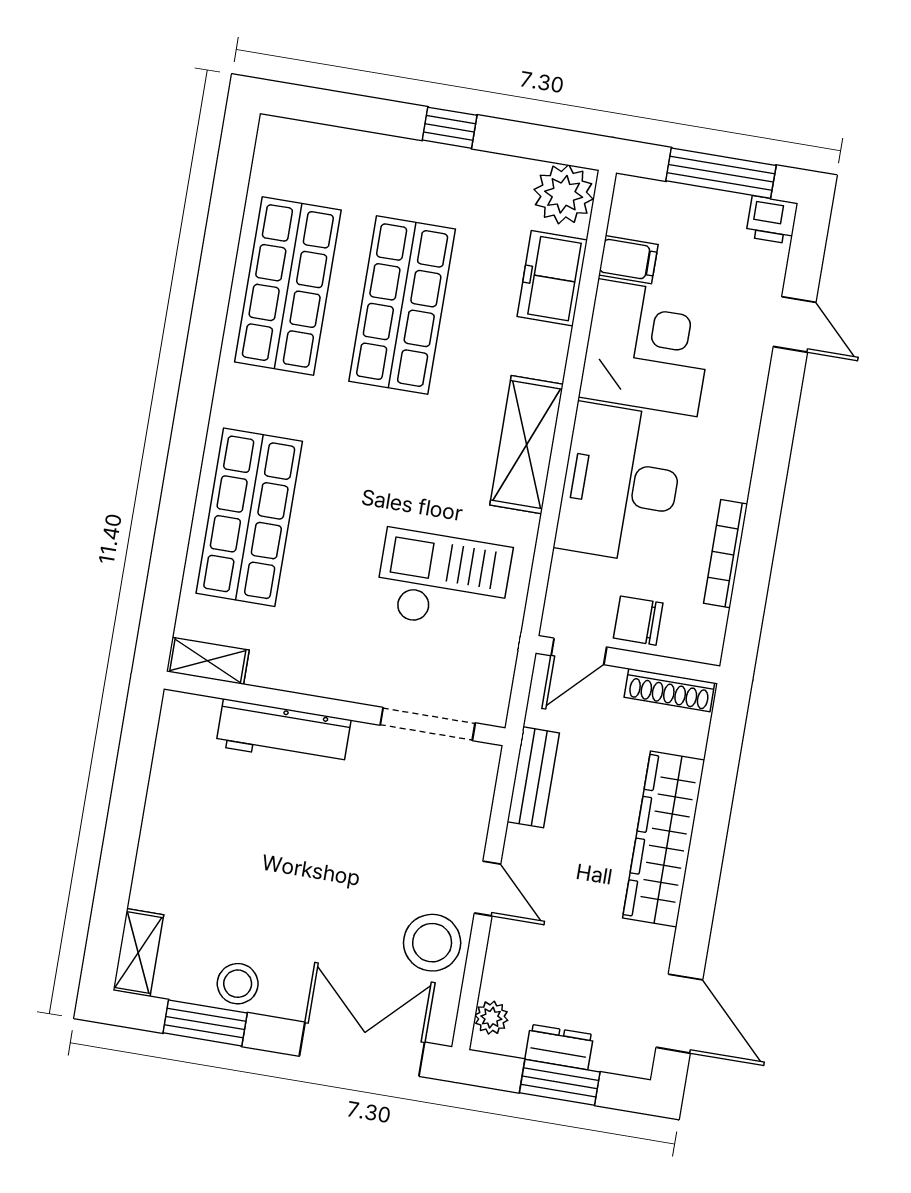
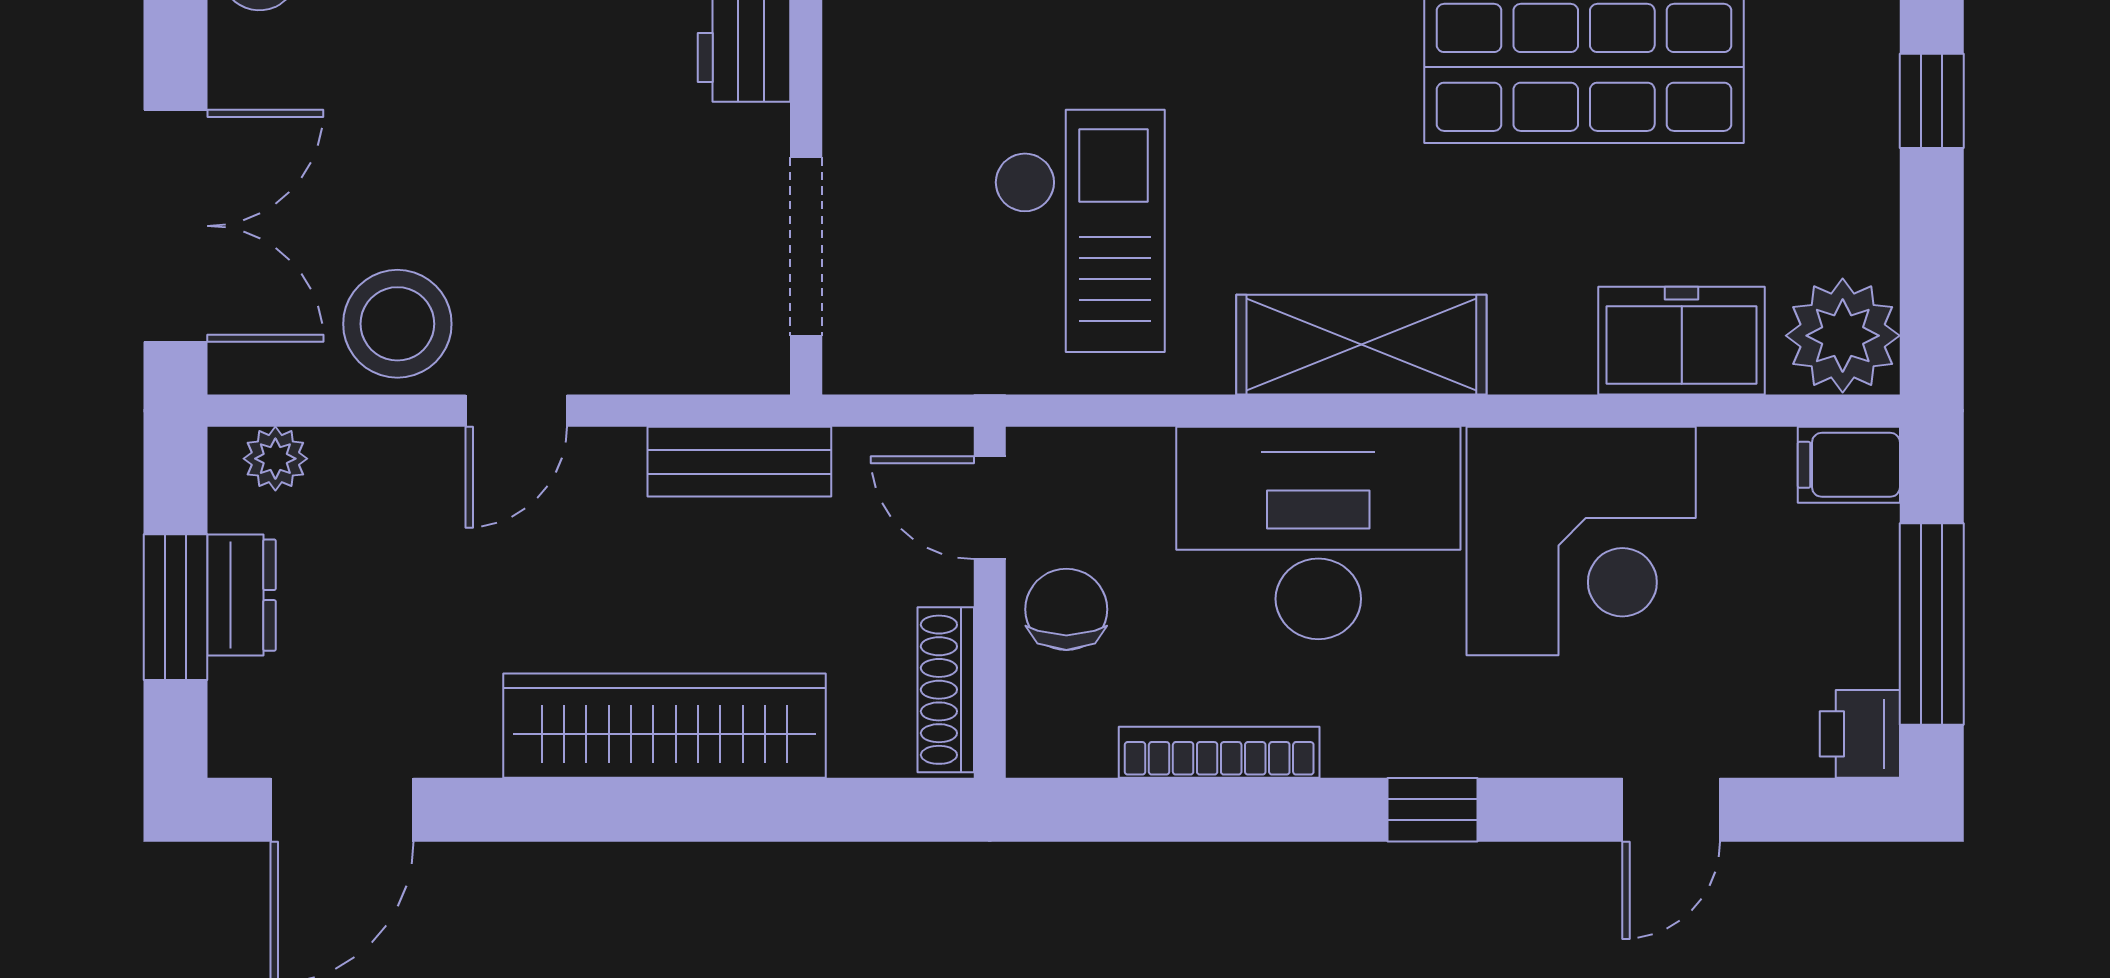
filing cabinet: (628, 260) -> (1849, 465), moved, turned 90
window: (774, 448) -> (1433, 810), added

